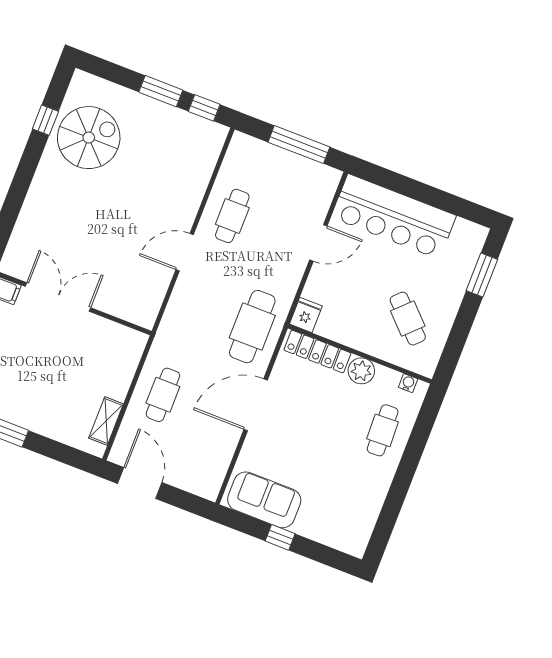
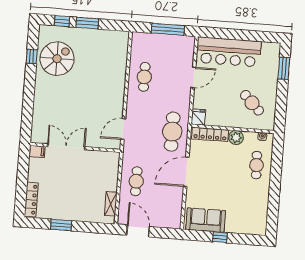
window: (204, 108) -> (62, 21), moved
door: (185, 252) -> (123, 129), moved

